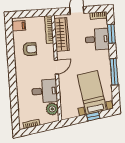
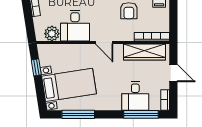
window: (111, 34) -> (141, 114), width x1.44
window: (114, 72) -> (78, 114), moved
window: (93, 116) -> (36, 67), moved

